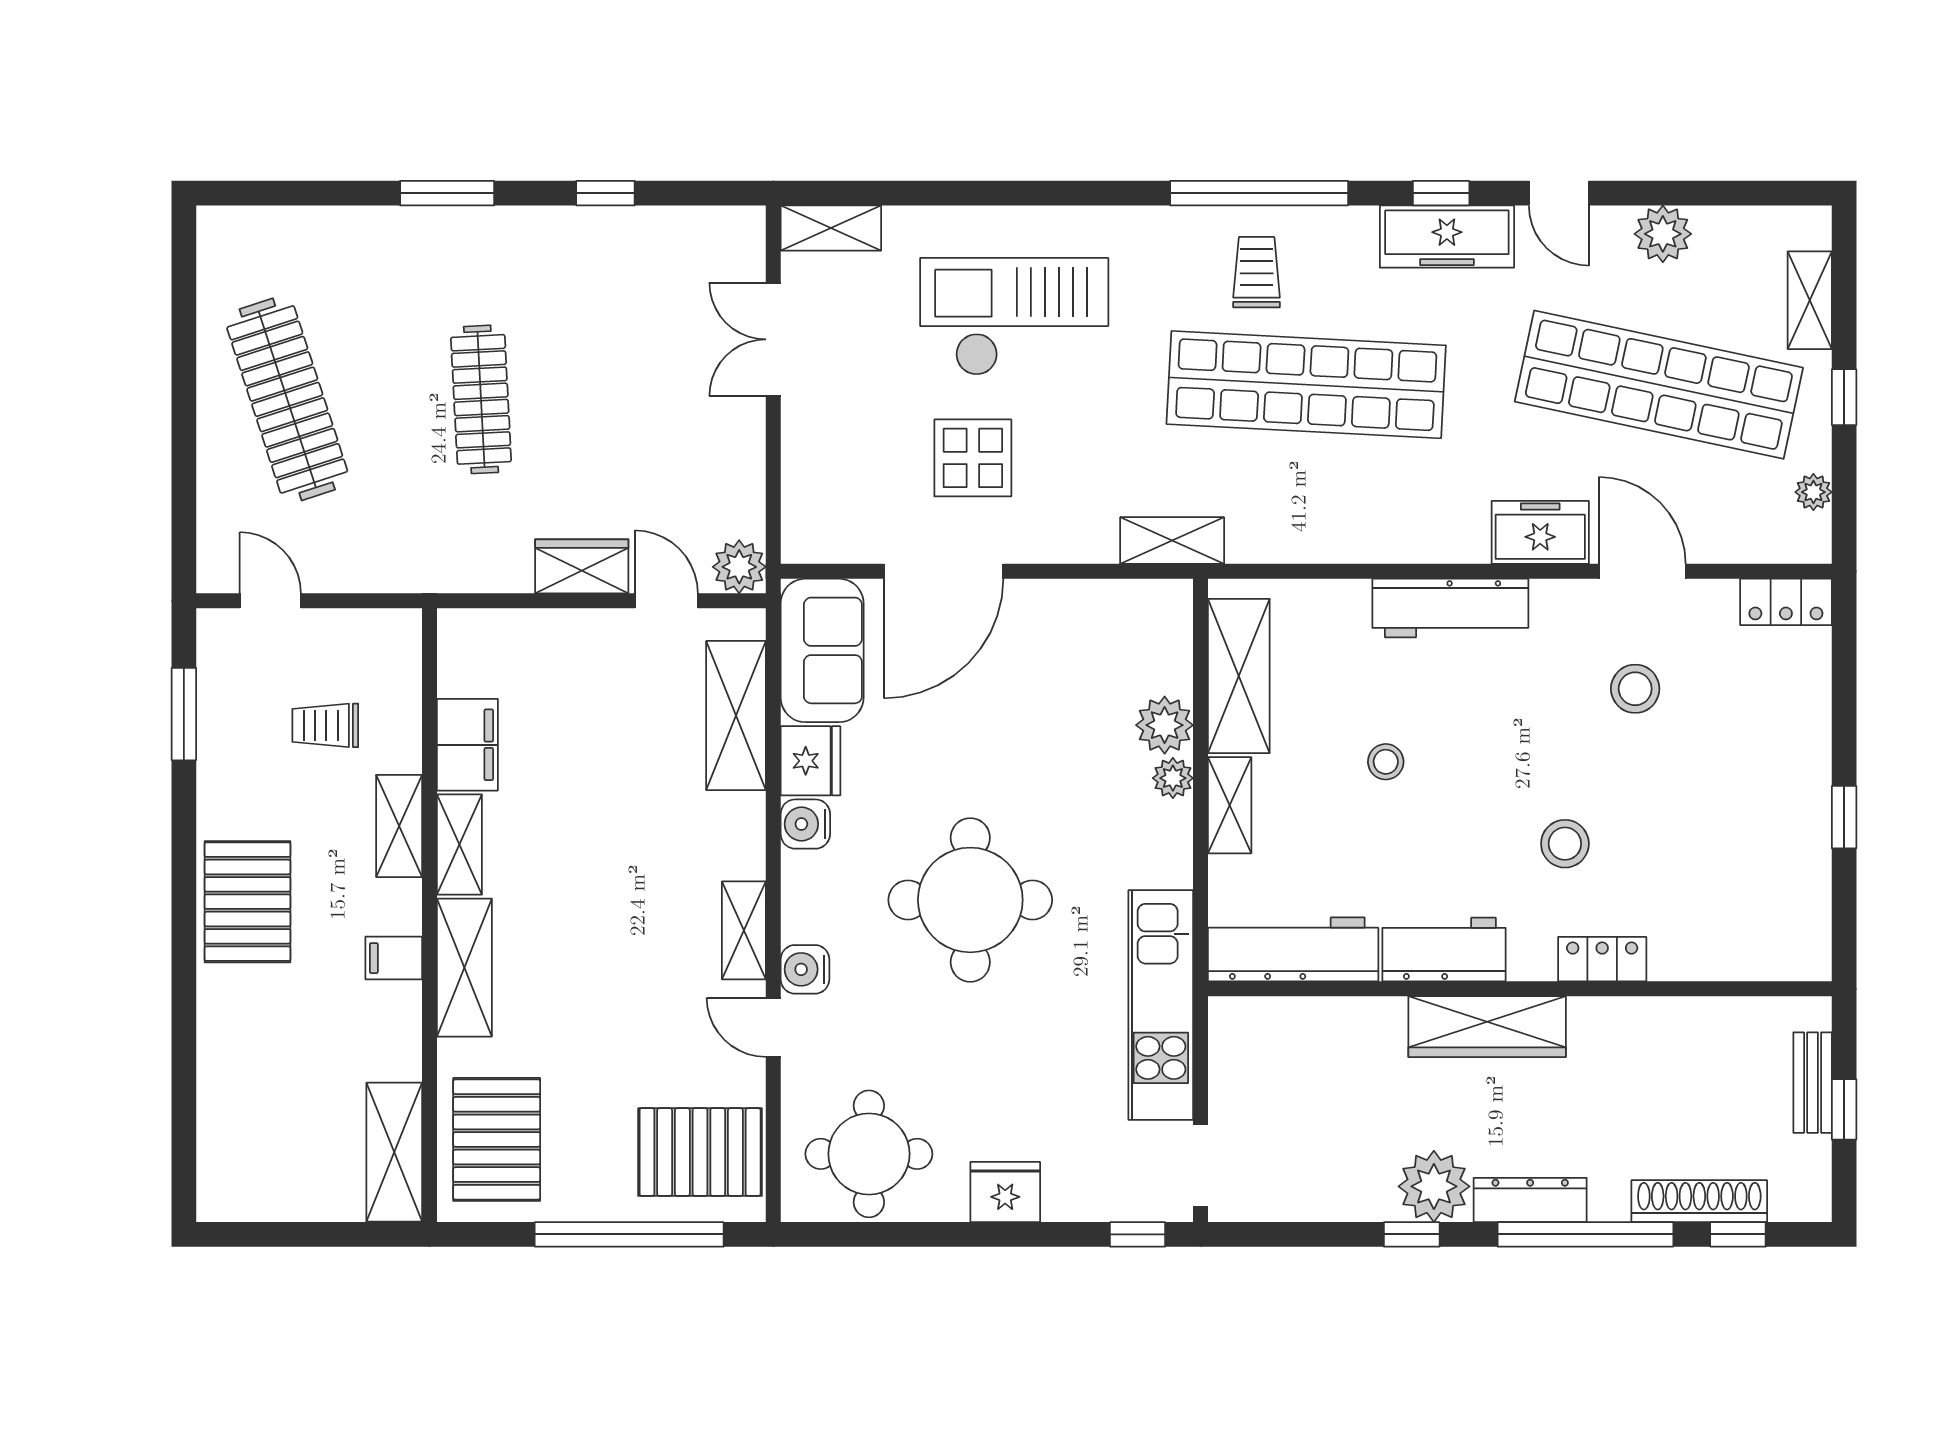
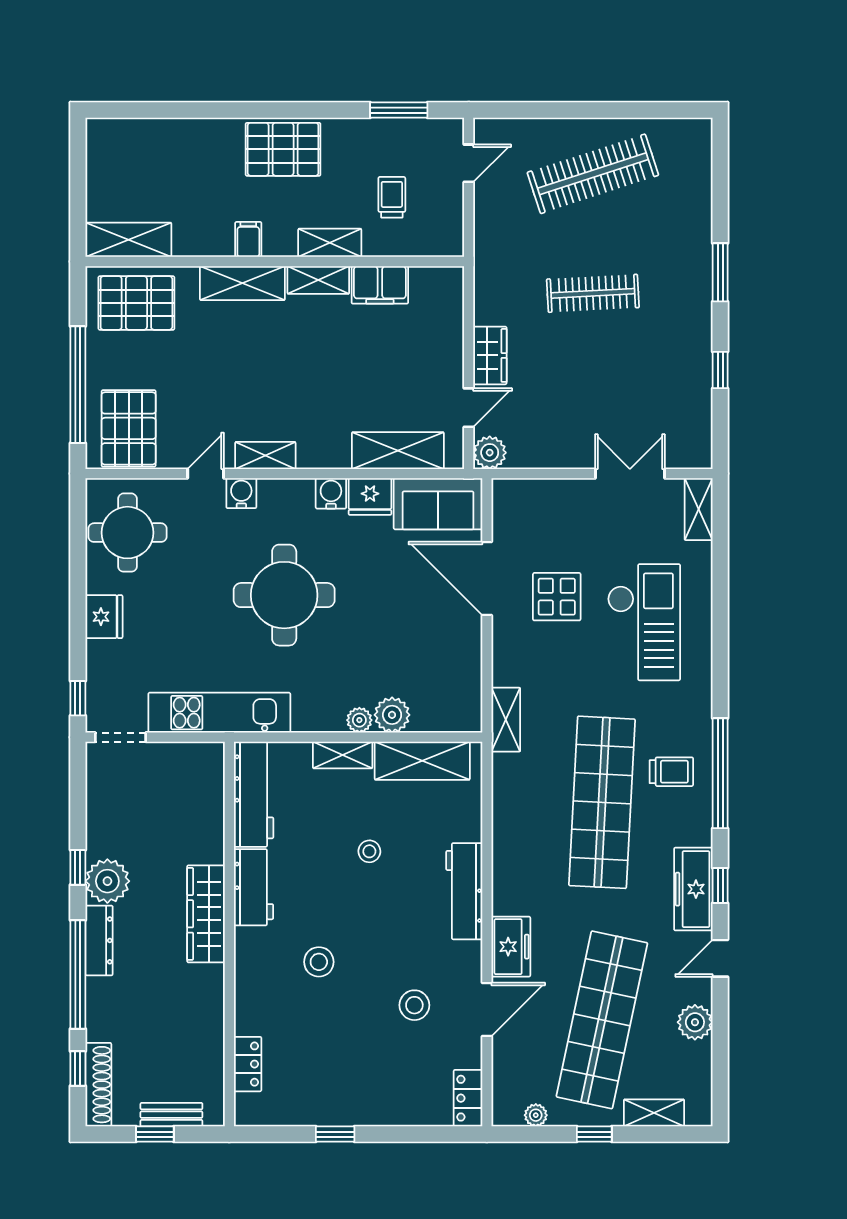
locker: (1602, 959) -> (248, 1064), moved
shoe rack: (1699, 1201) -> (98, 1085), moved

